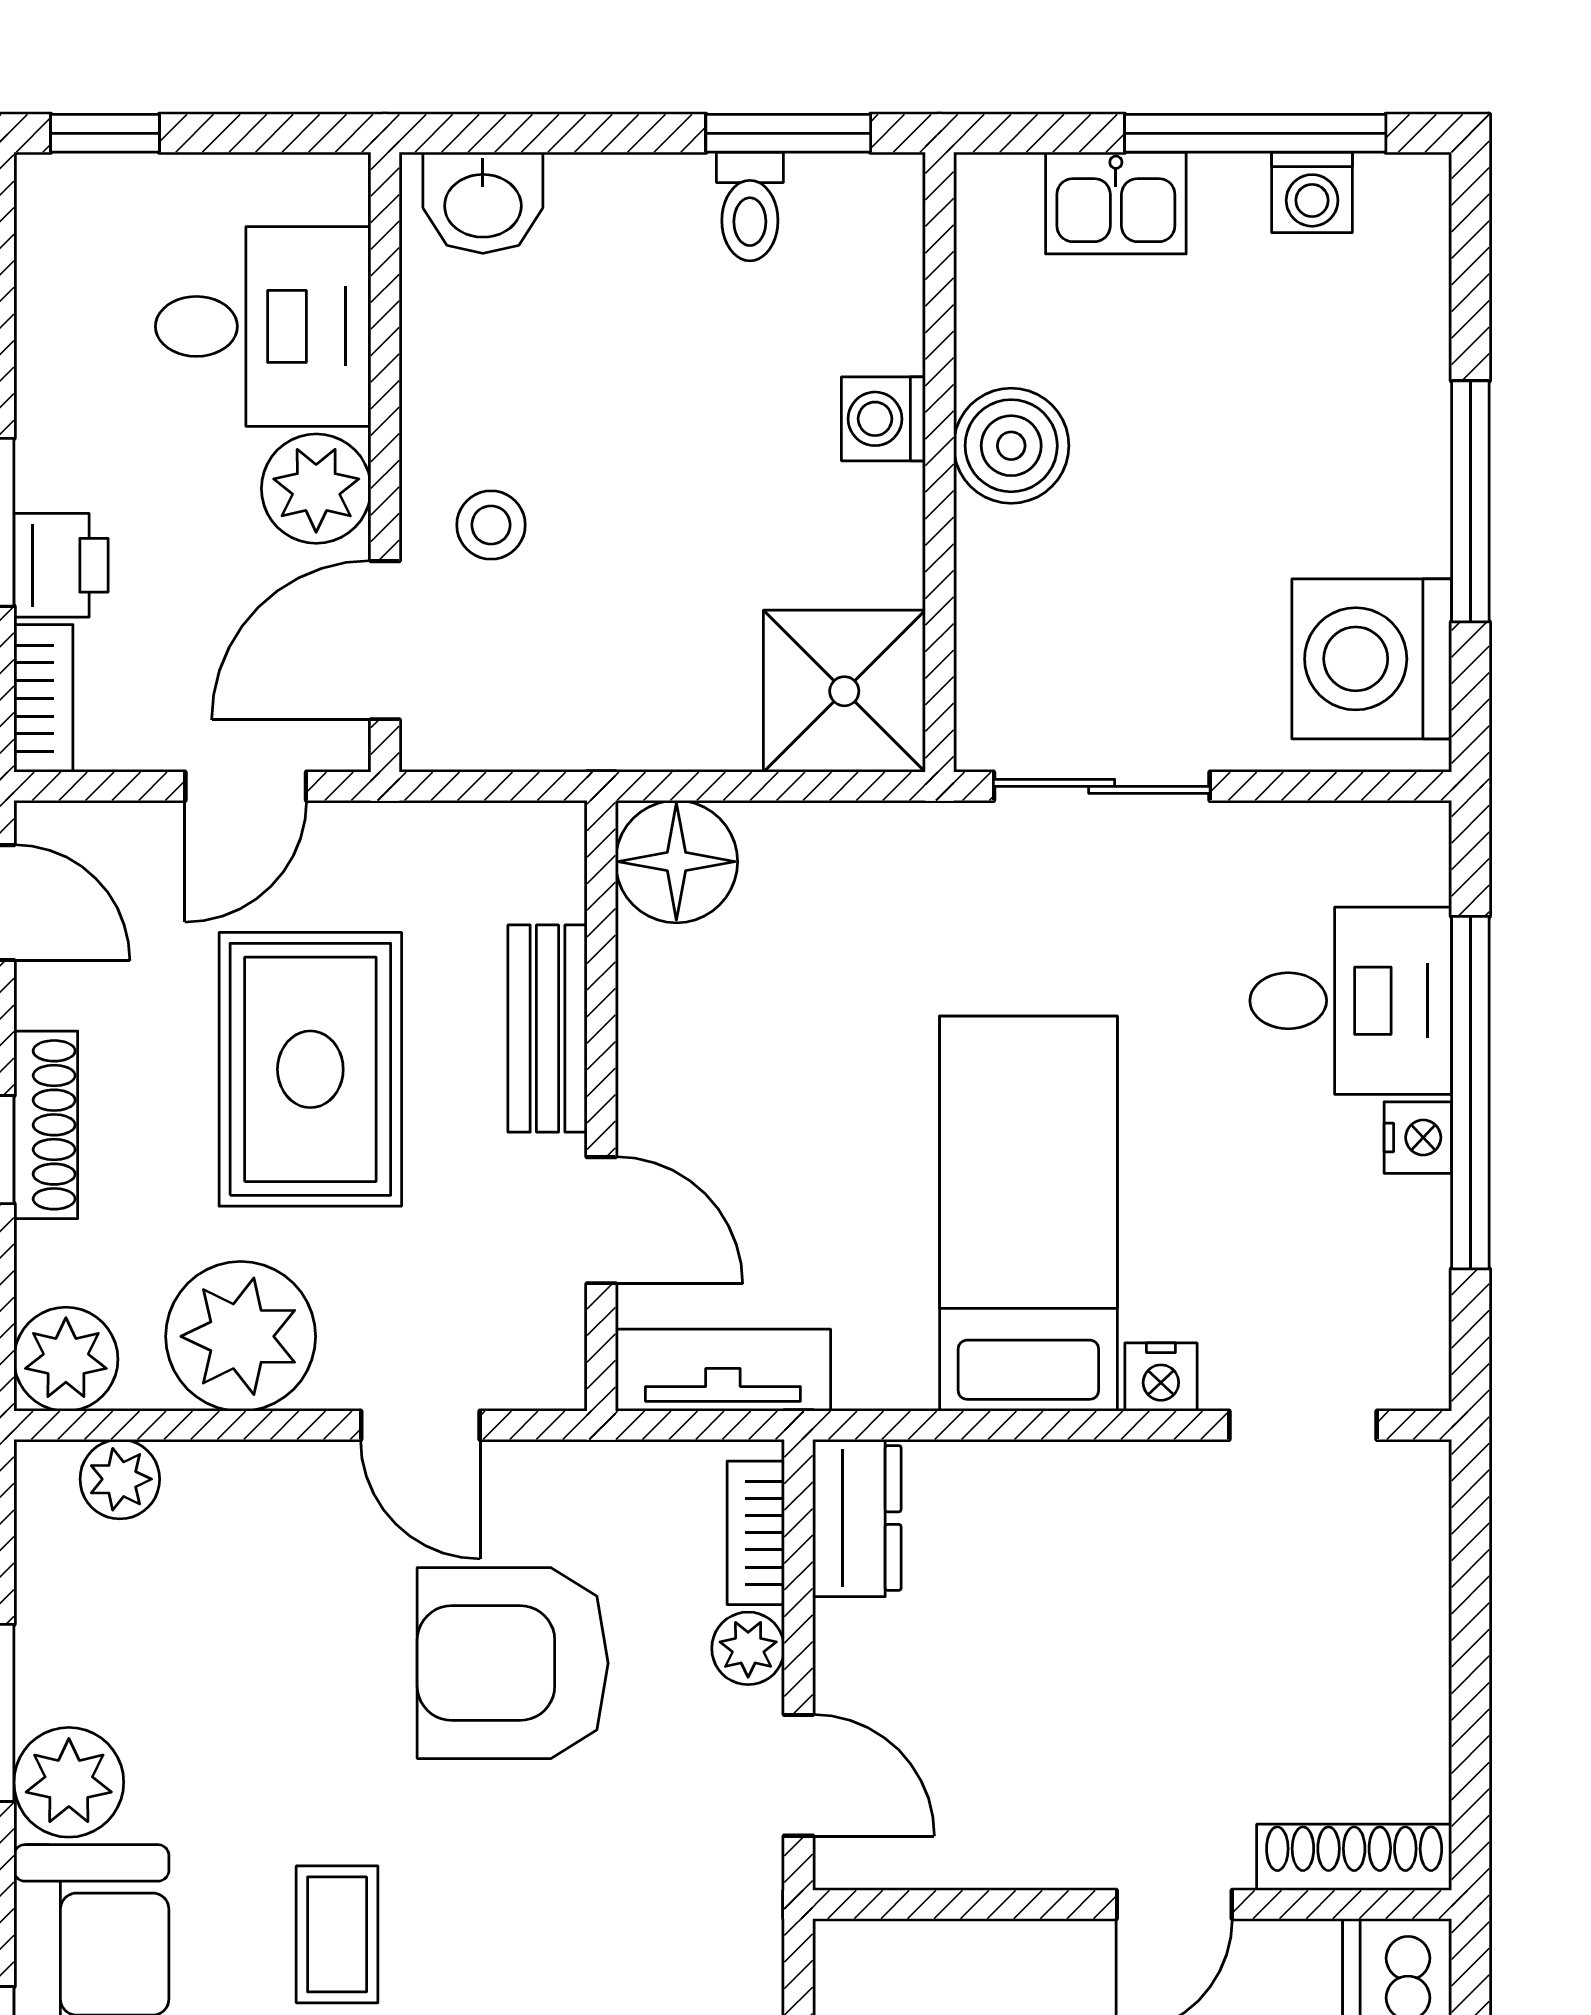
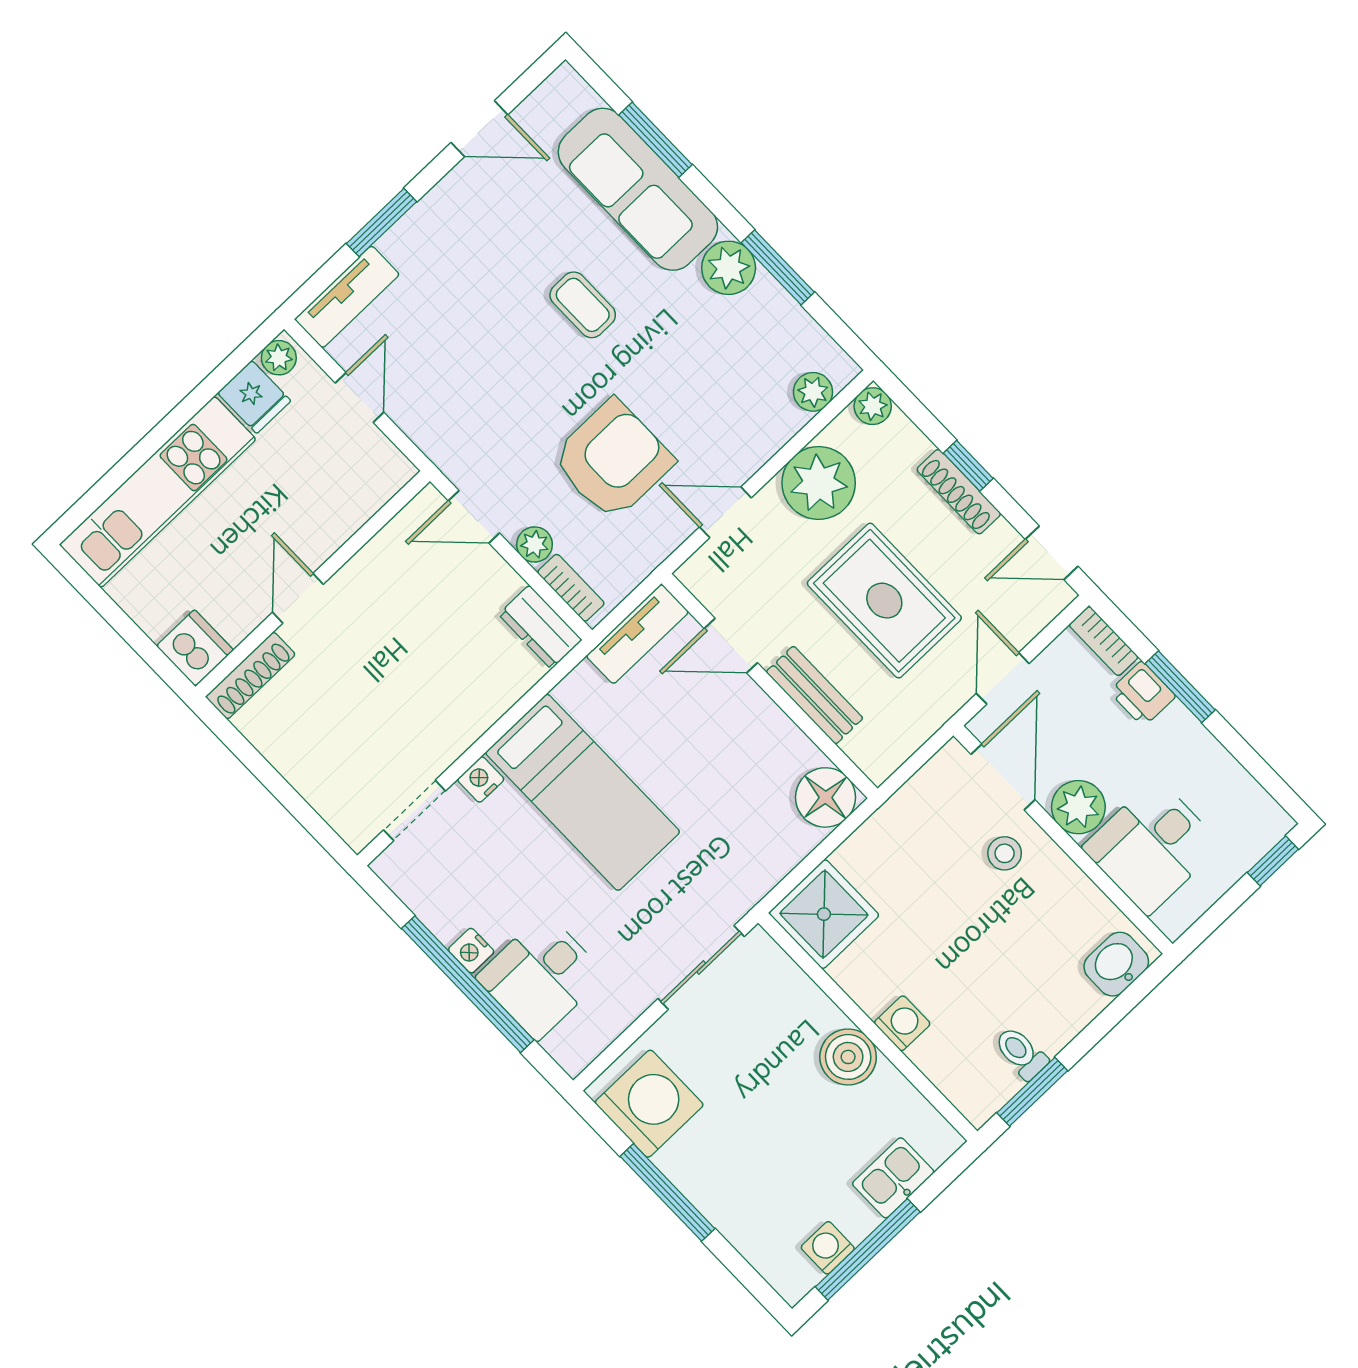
plant: (66, 1359) -> (873, 406), width x0.73, depth x0.73

